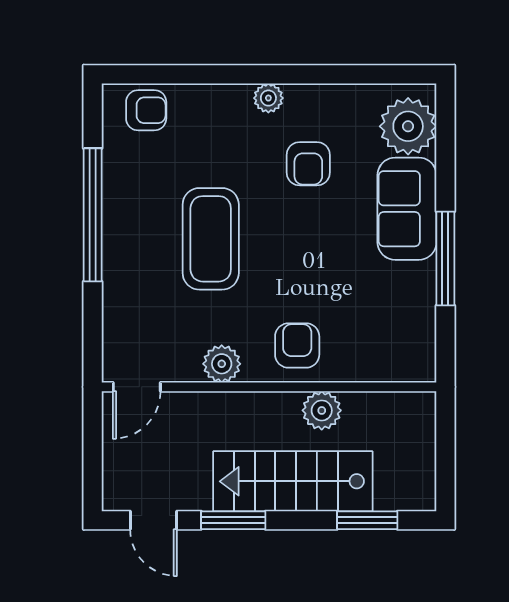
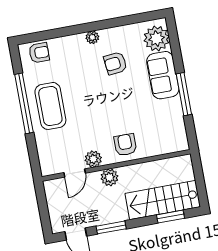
armchair: (308, 164) -> (115, 63), turned 84
coffee table: (211, 239) -> (50, 106), moved
door: (137, 387) -> (75, 173), moved
plant: (322, 410) -> (109, 177), moved
stairs: (293, 481) -> (163, 200), moved

